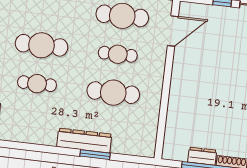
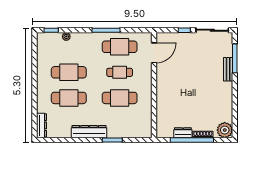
cafe table: (37, 84) -> (69, 98), width x1.37, depth x1.35
dresser: (84, 140) -> (89, 132), moved

